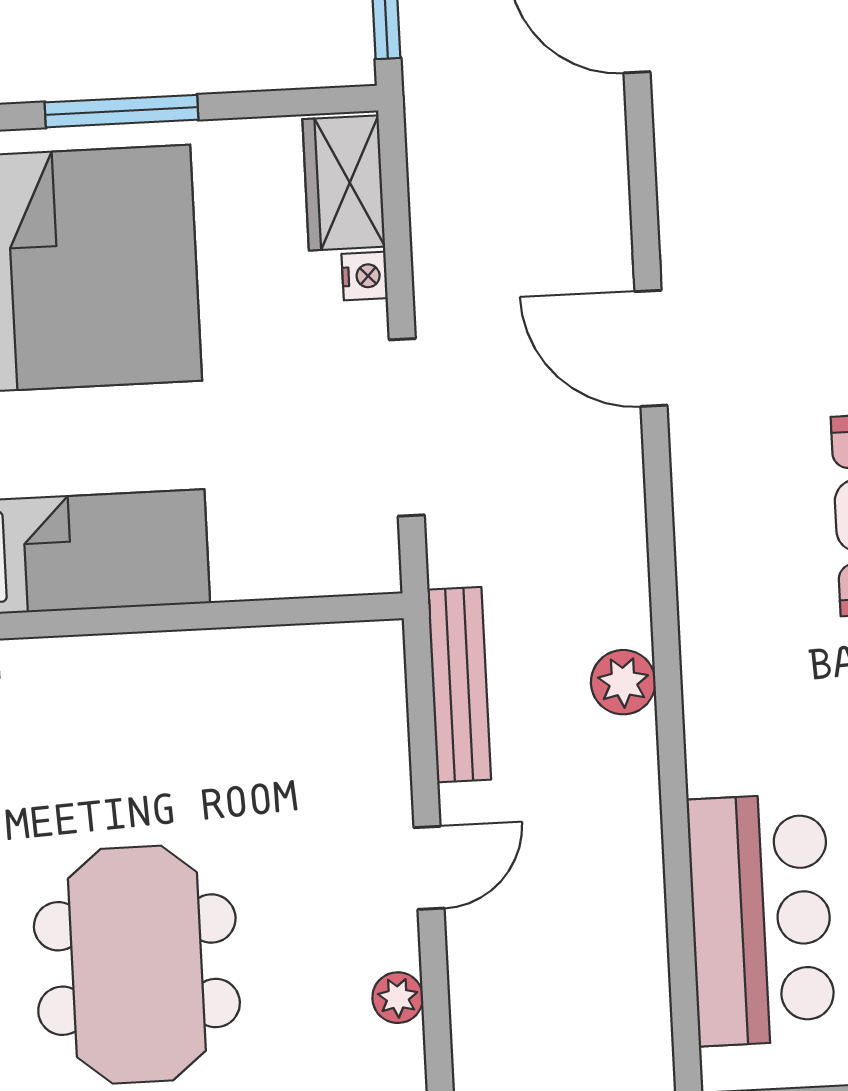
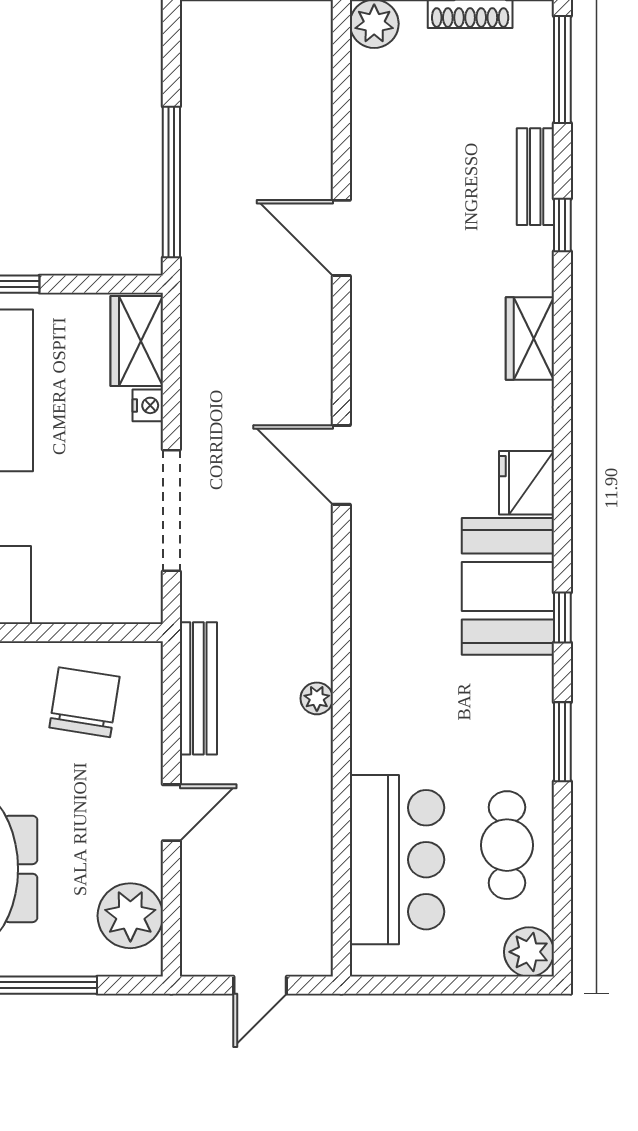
plant: (623, 682) -> (317, 698), width x0.73, depth x0.73
chair: (294, 713) -> (84, 702), added
plant: (398, 998) -> (130, 916), width x1.87, depth x1.87

